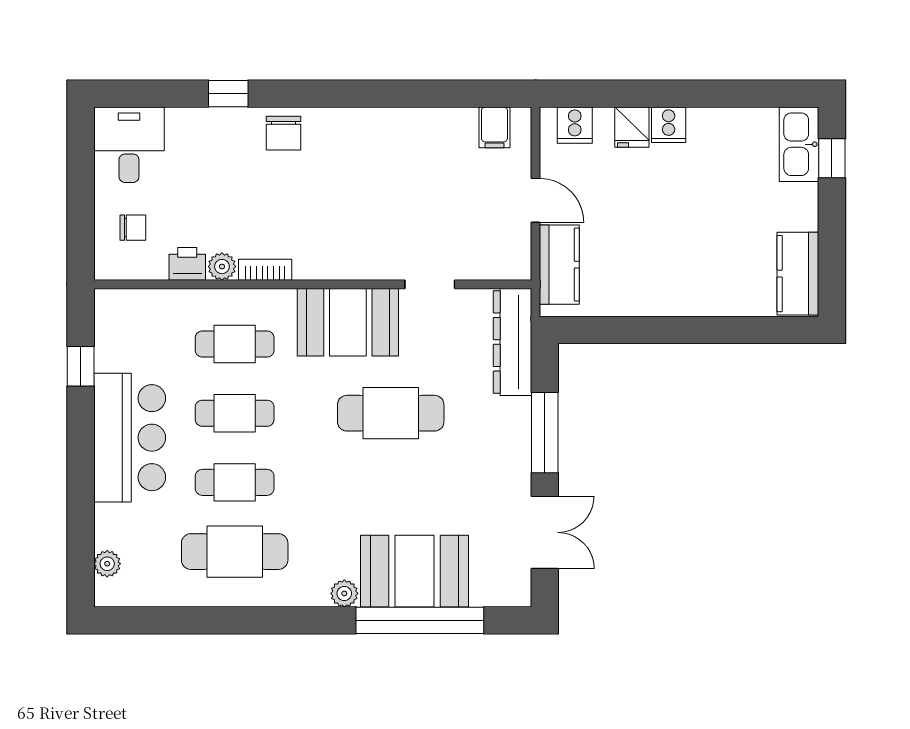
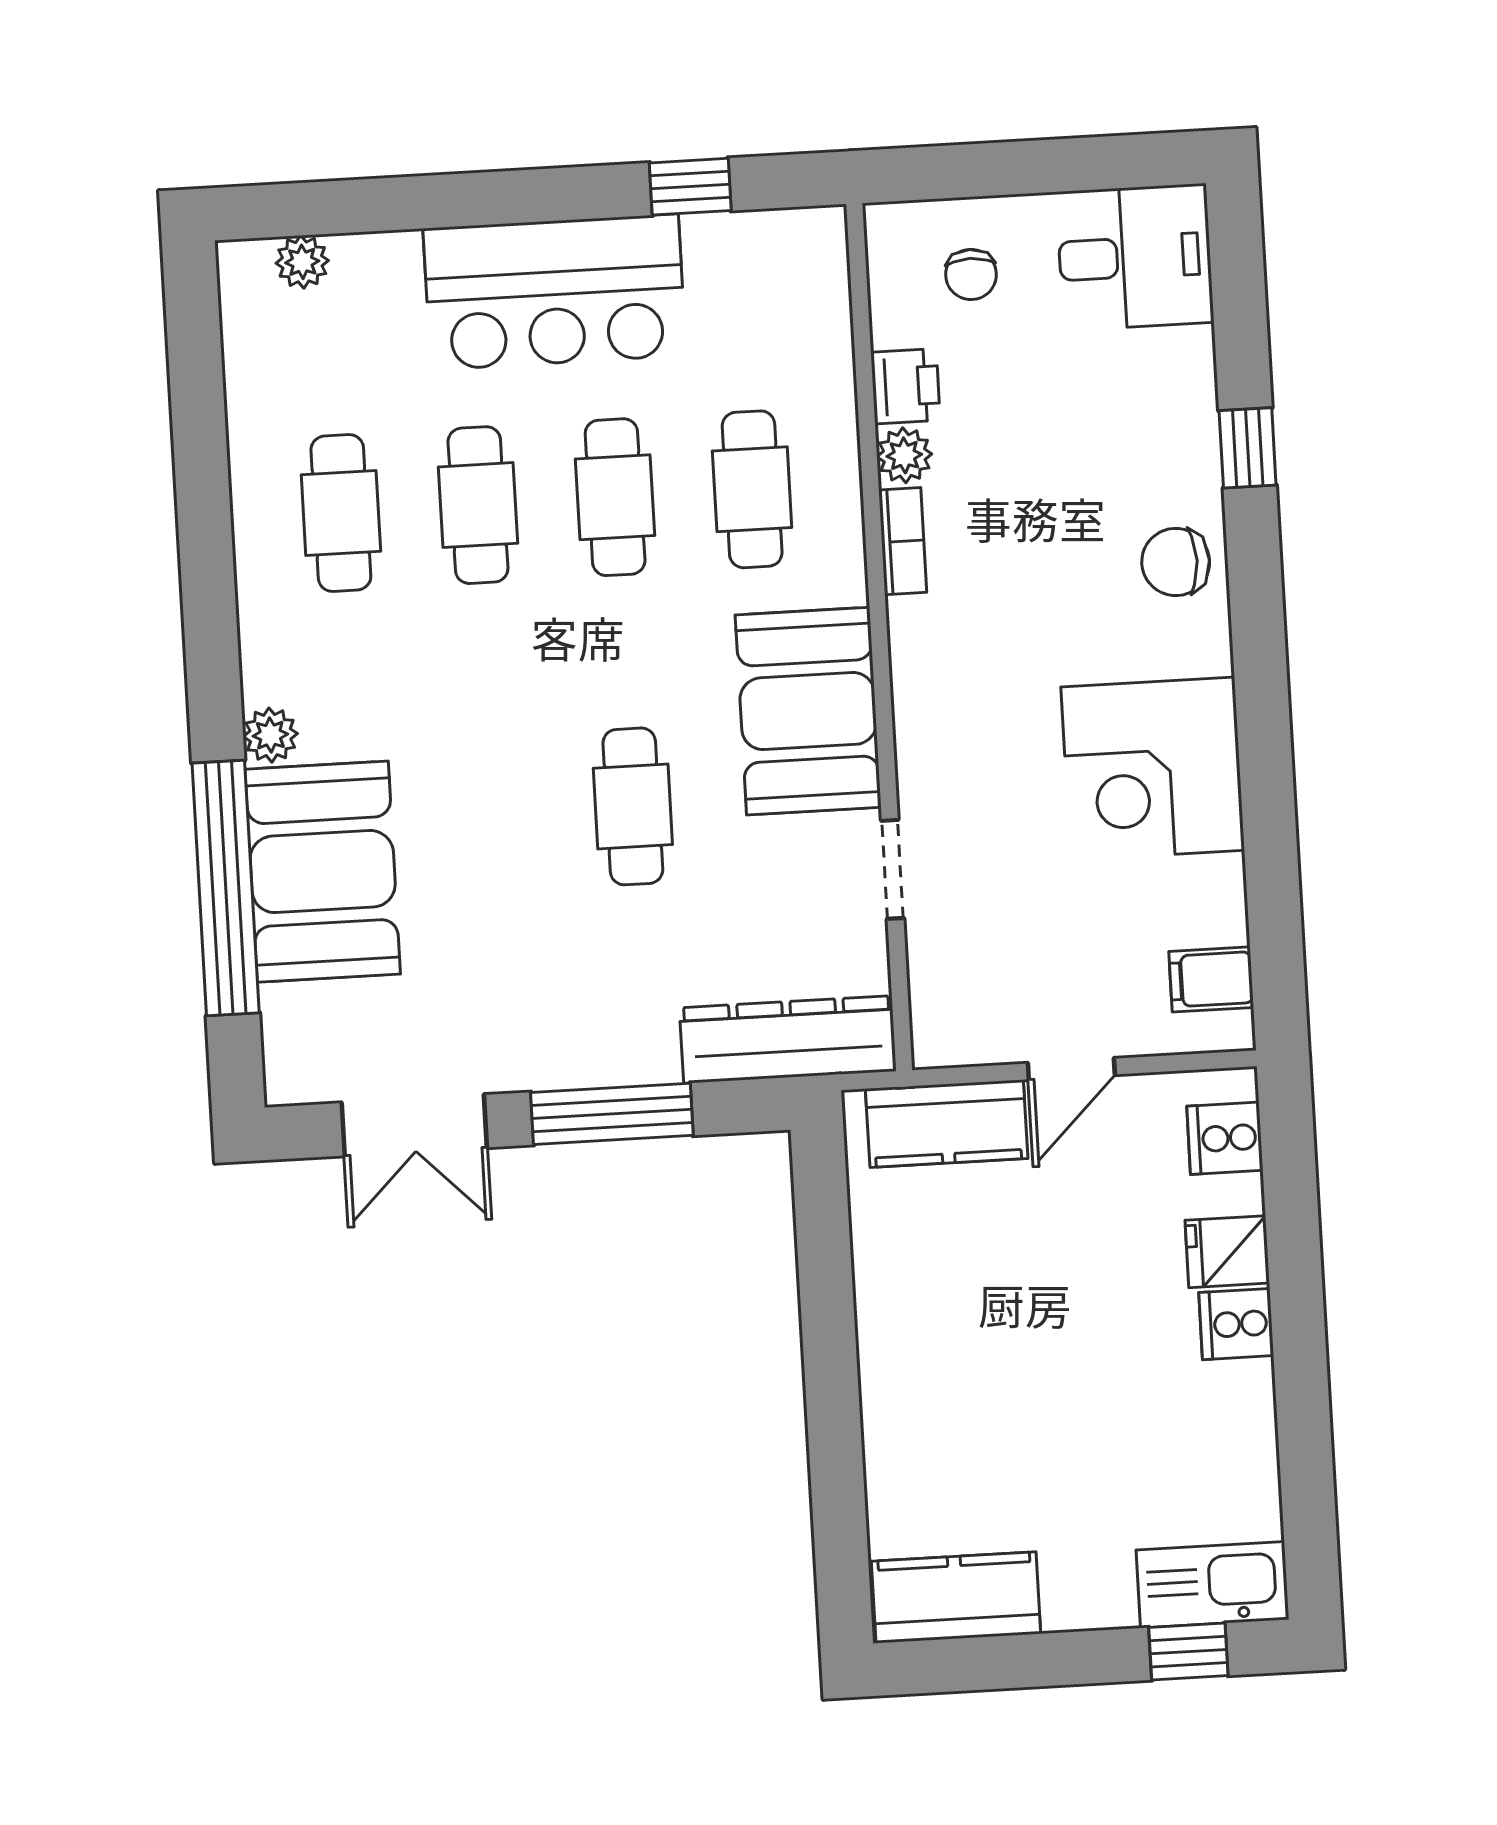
corner desk: (387, 151) -> (1153, 769), added
cafe table: (391, 413) -> (633, 806), width x0.73, depth x0.74
cafe table: (235, 552) -> (341, 513), width x0.73, depth x0.74

